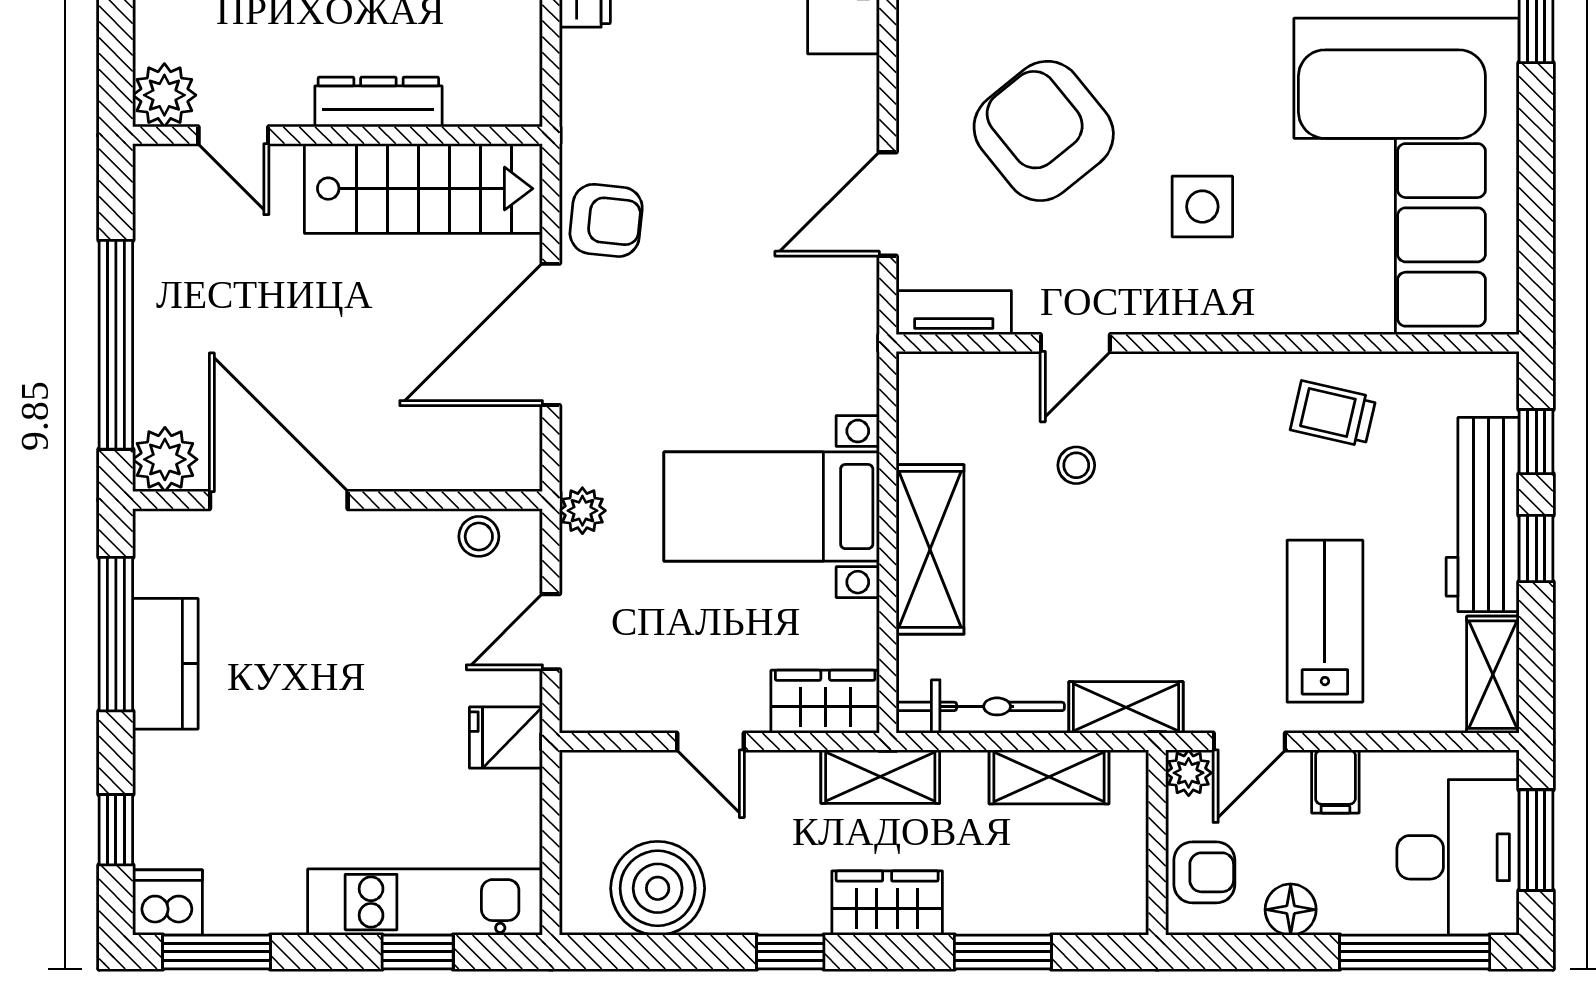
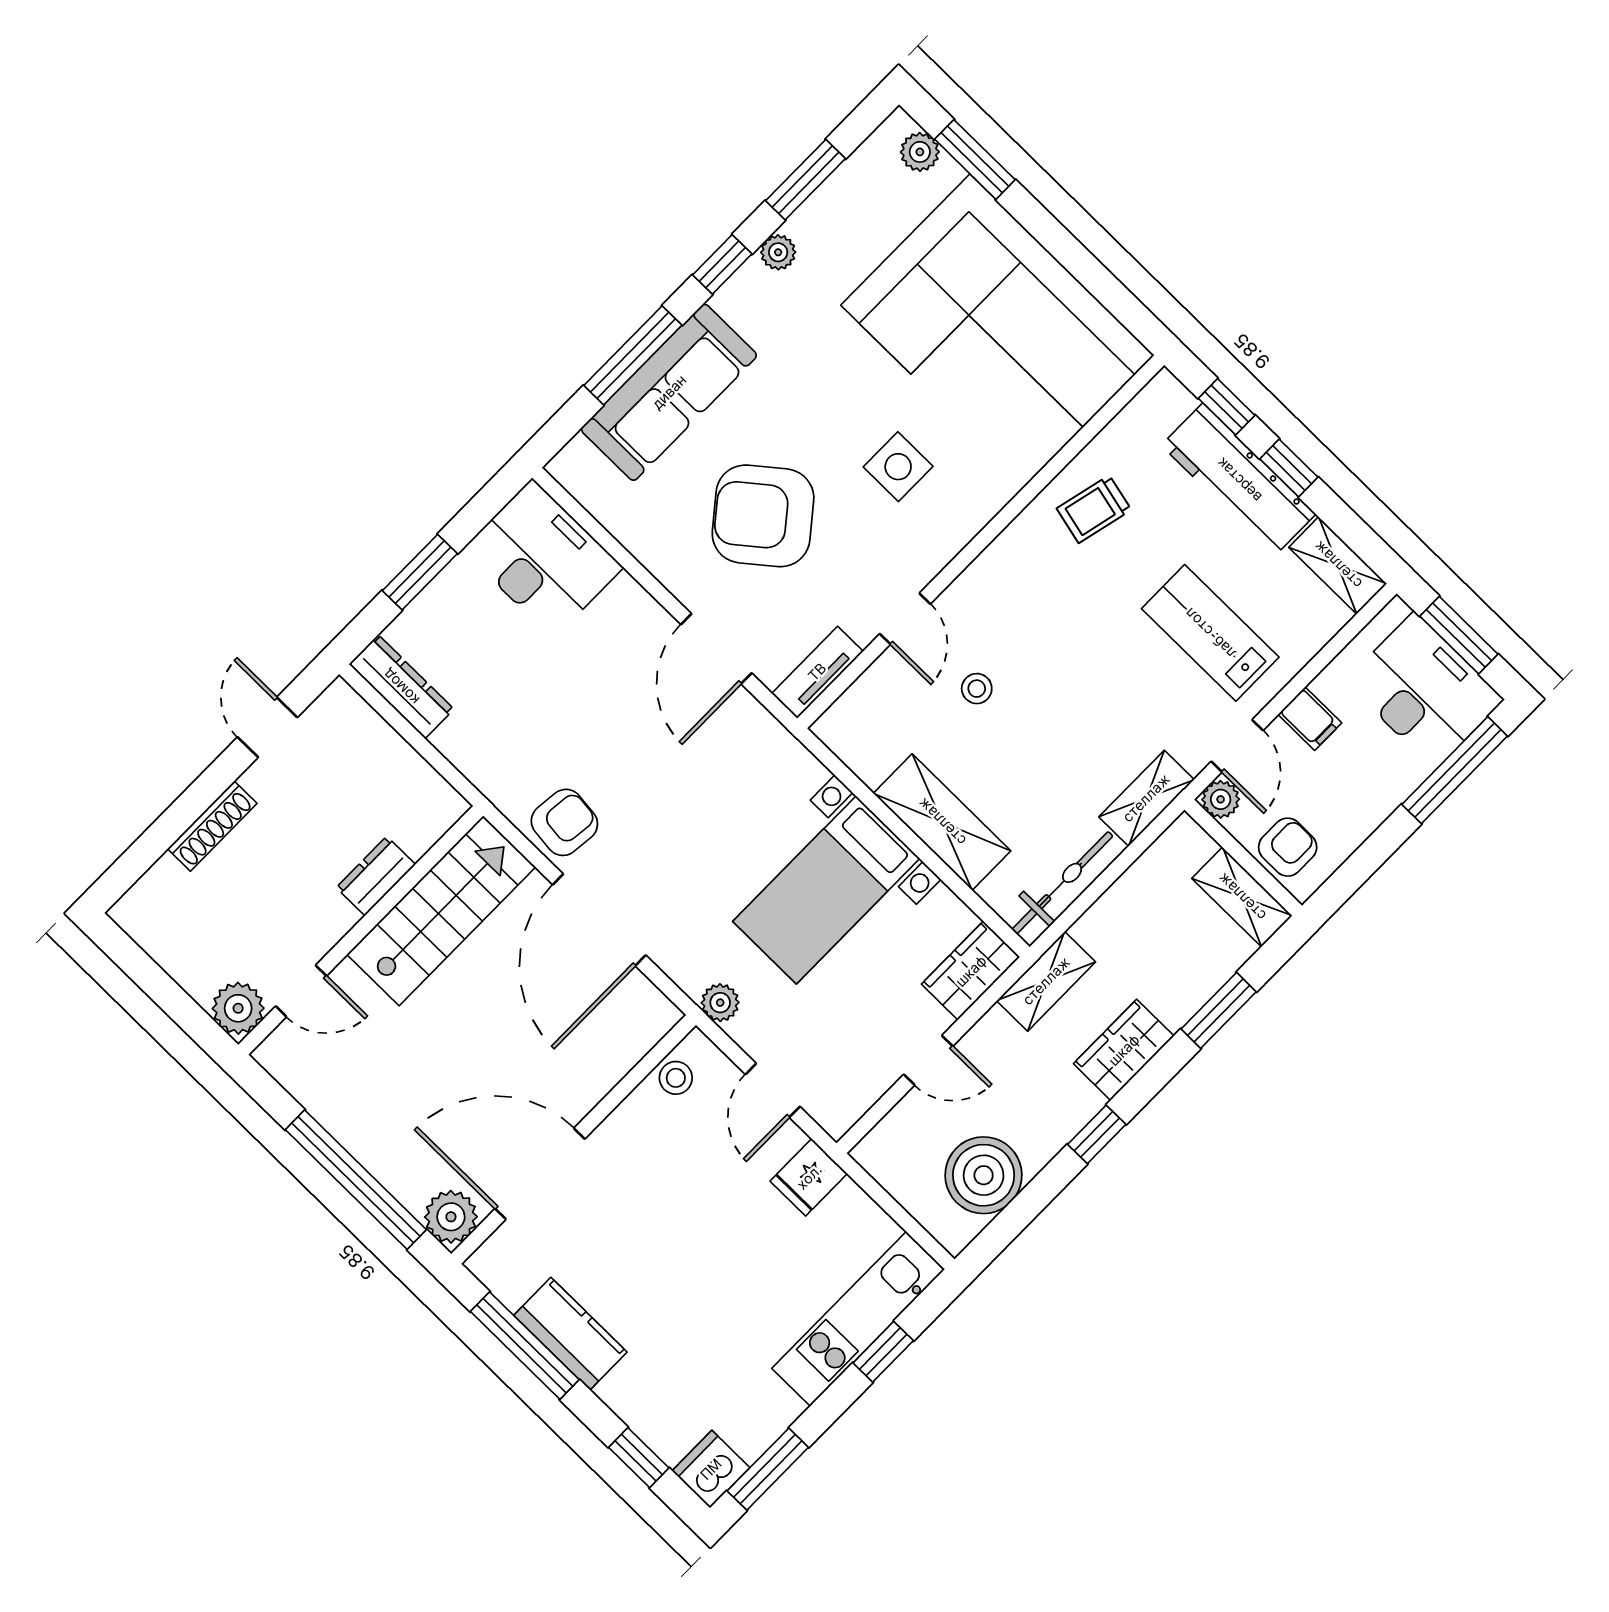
dresser: (378, 102) -> (376, 876), width x0.70
shelving: (1049, 777) -> (1242, 897), moved, turned 90
floor lamp: (1291, 910) -> (1359, 818), removed

